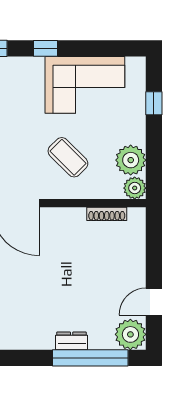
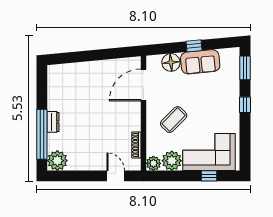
corner sofa: (85, 85) -> (209, 152), moved, turned 90
door: (154, 302) -> (116, 176), moved

